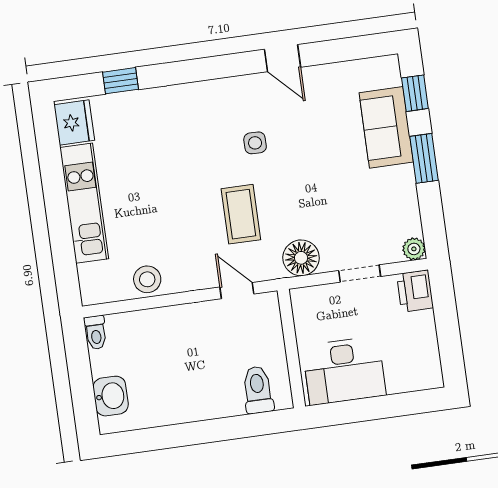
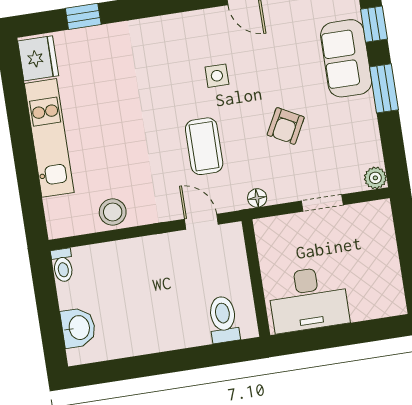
armchair: (324, 195) -> (286, 126), added
floor lamp: (301, 258) -> (257, 198), width x0.53, depth x0.53
printer: (415, 291) -> (377, 219), removed

